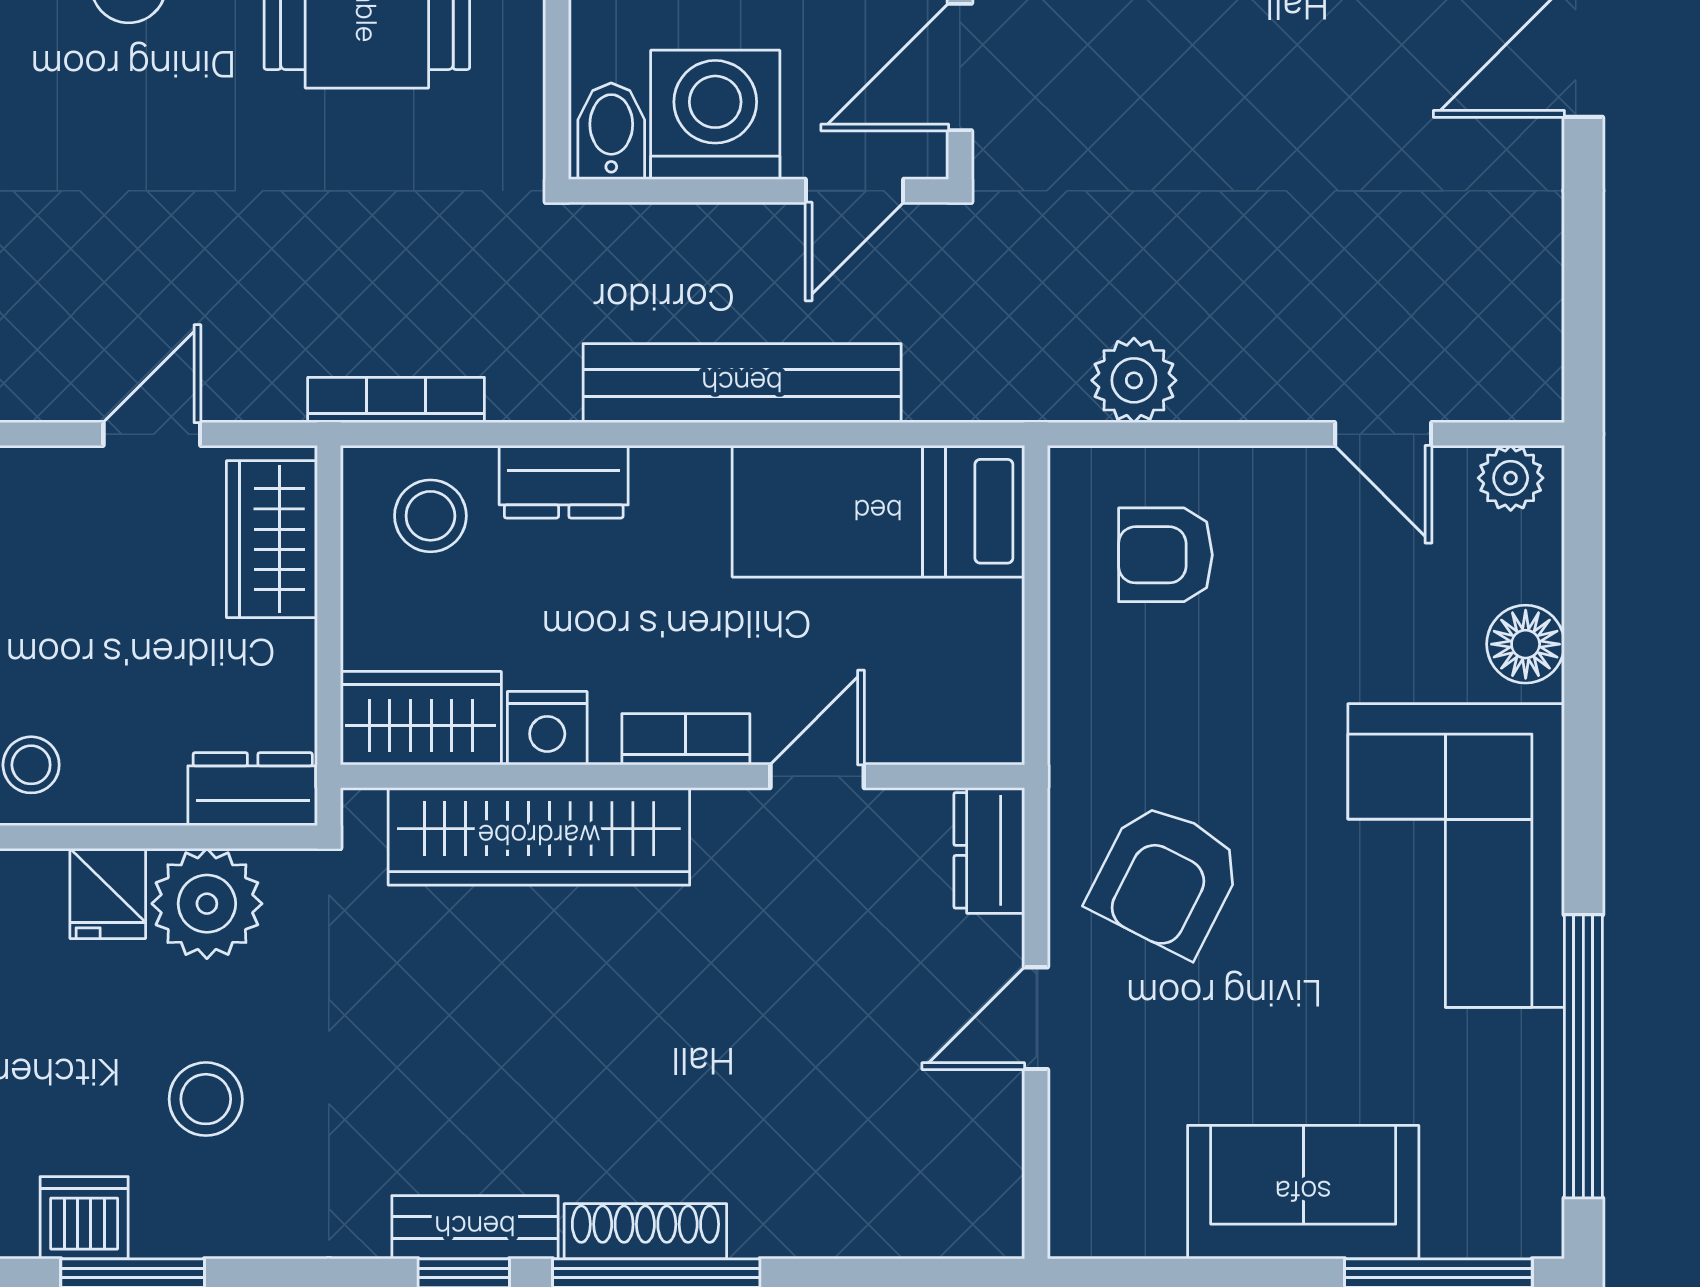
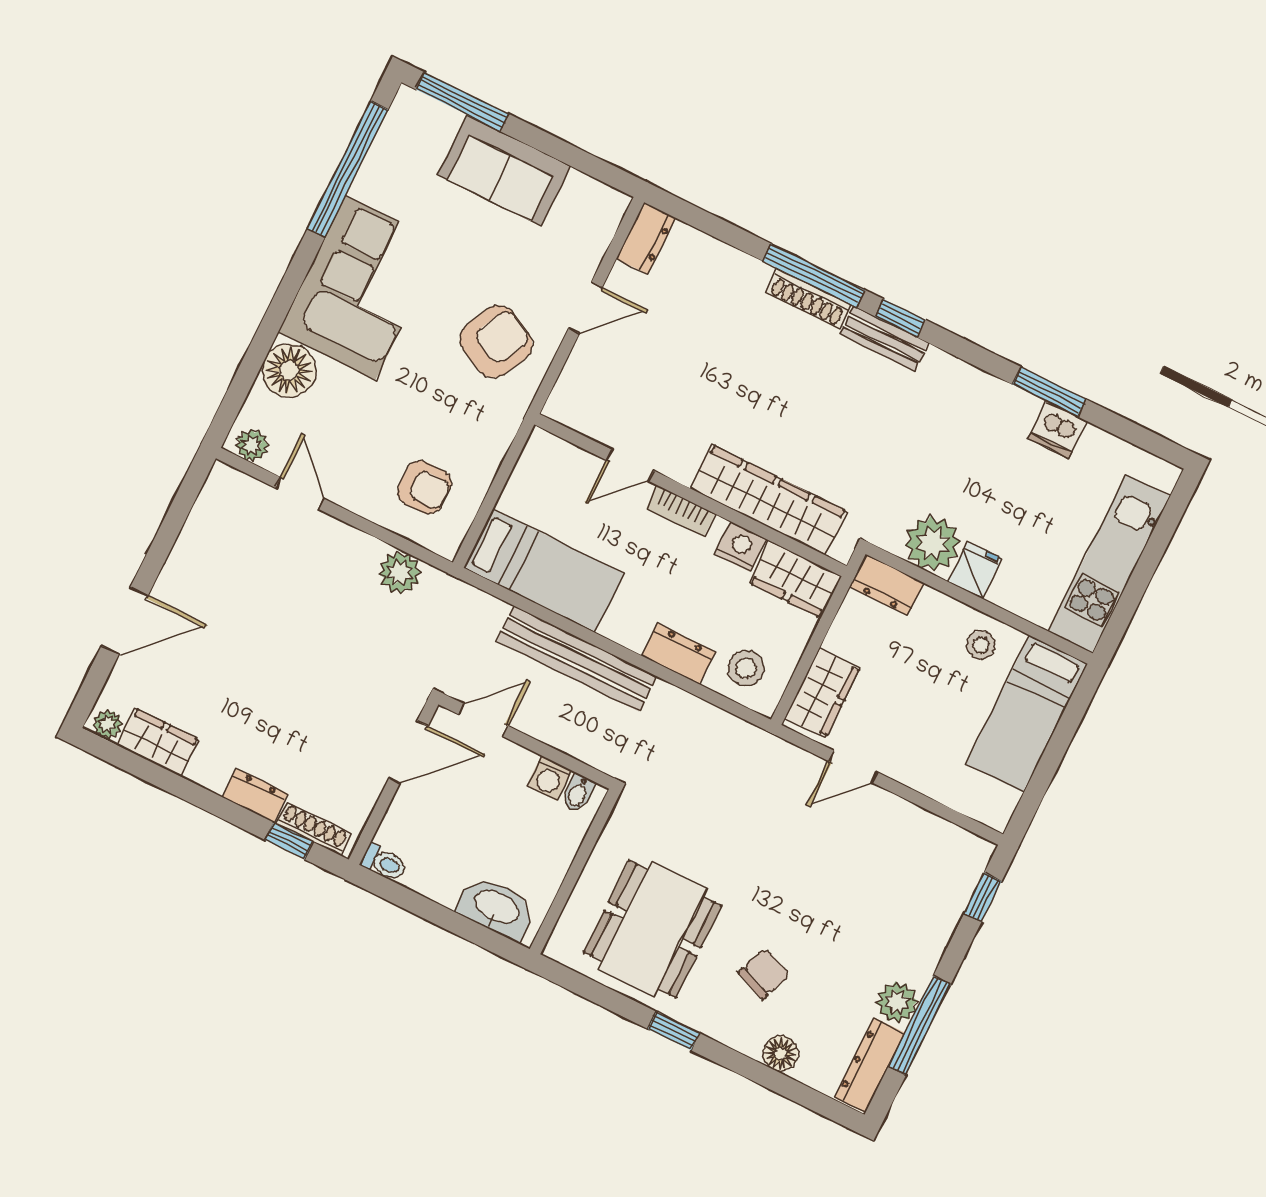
washing machine: (715, 115) -> (549, 778), width x0.53, depth x0.53
bidet: (611, 131) -> (578, 793), width x0.72, depth x0.74
bookcase: (396, 400) -> (736, 728), removed
floor lamp: (1526, 644) -> (289, 370), width x1.38, depth x1.38
dresser: (989, 850) -> (646, 238), moved
stool: (206, 1099) -> (977, 456), removed

